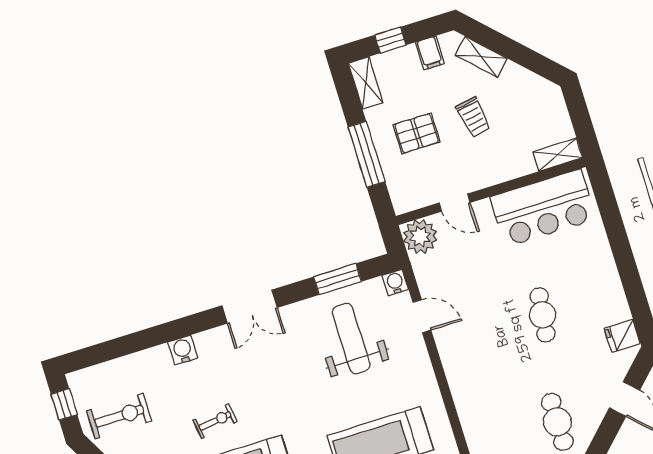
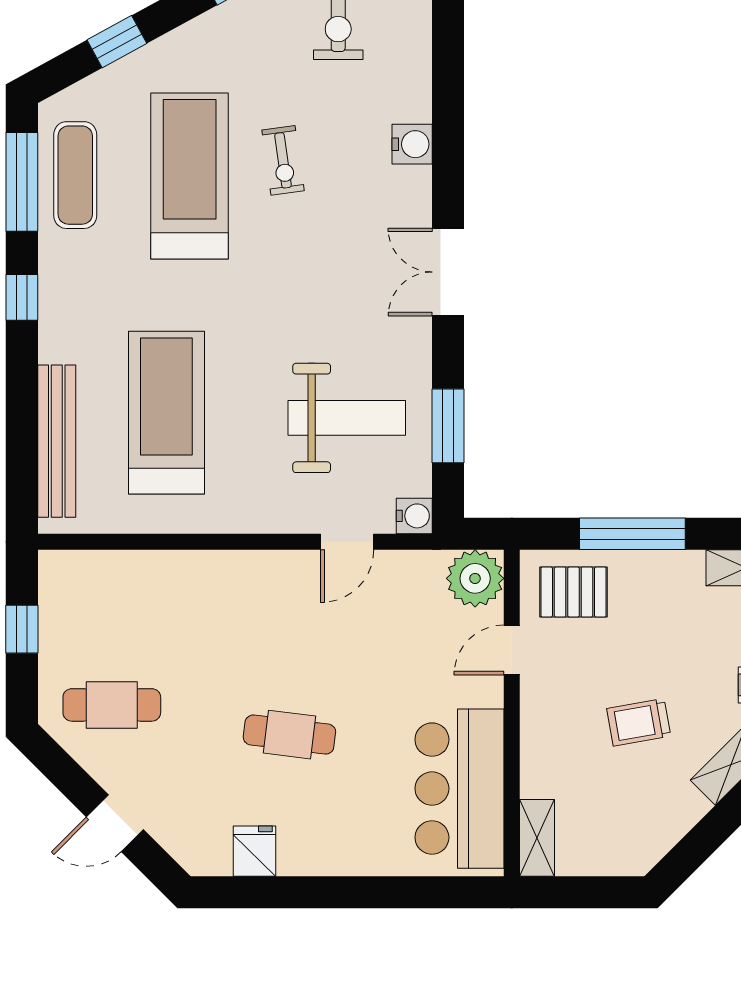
pallet: (417, 133) -> (573, 592), moved, turned 90
fridge: (622, 336) -> (254, 851), moved

